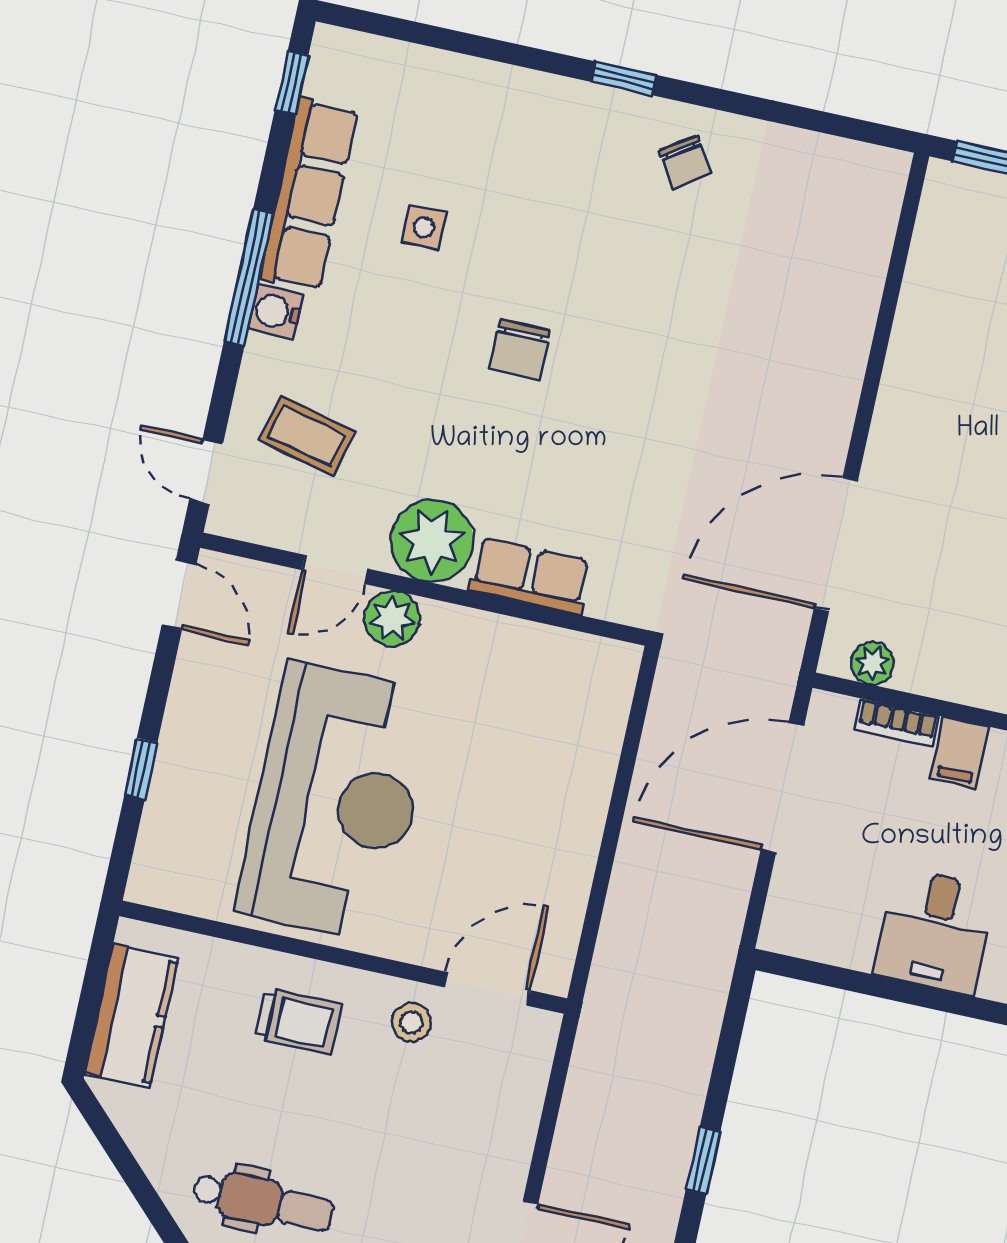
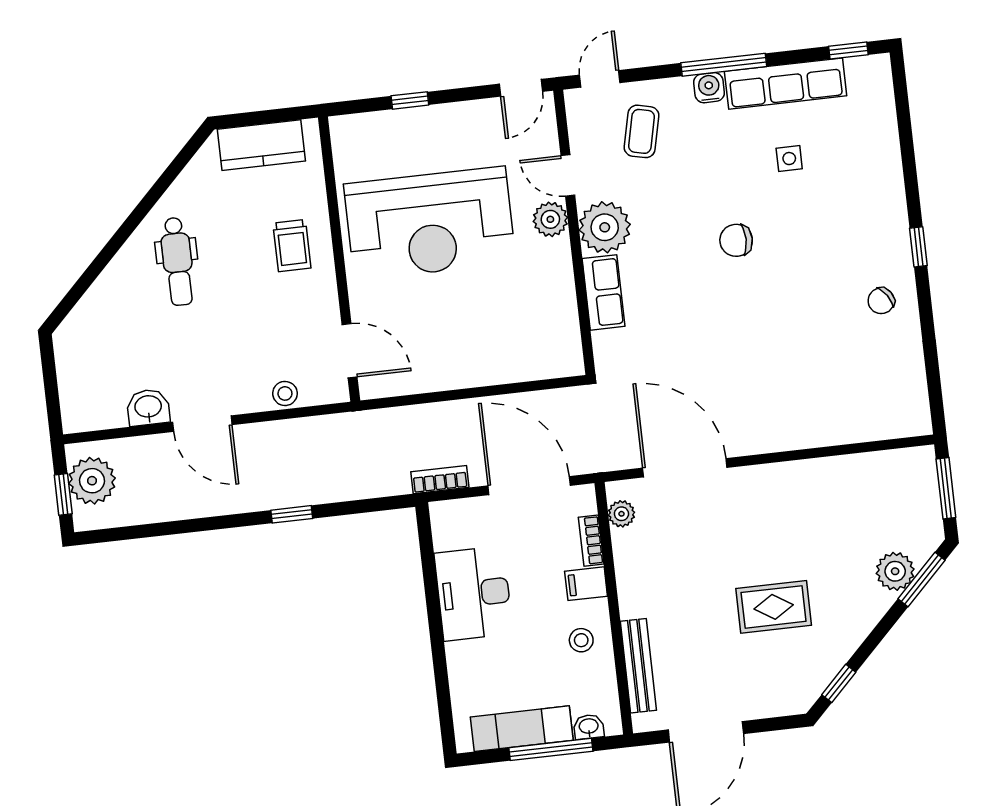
bookcase: (727, 919) -> (440, 480), added
desk: (935, 931) -> (474, 593), width x1.37
stool: (411, 1022) -> (285, 393), moved

